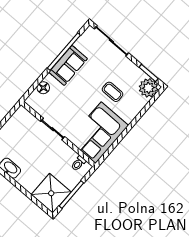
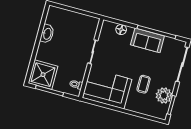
plant: (148, 88) -> (164, 95), moved

